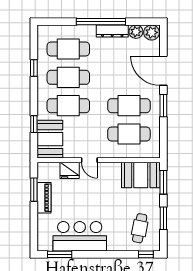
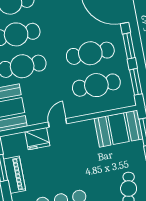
window: (163, 138) -> (136, 82), added
door: (89, 160) -> (58, 123), swing flipped

